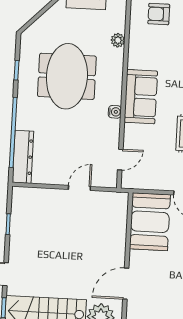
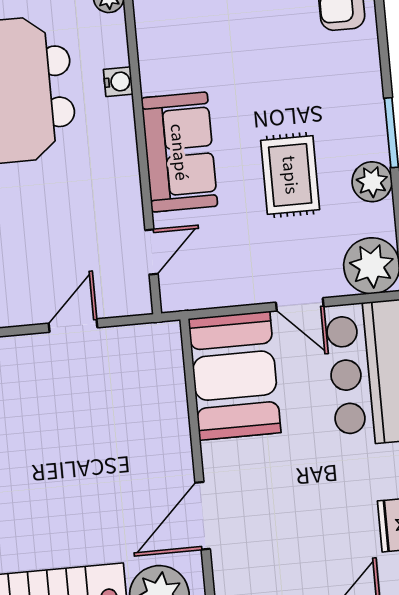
sofa: (141, 97) -> (179, 152), moved
water cooler: (115, 112) -> (118, 82), moved

